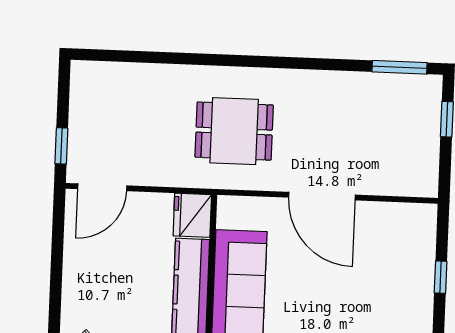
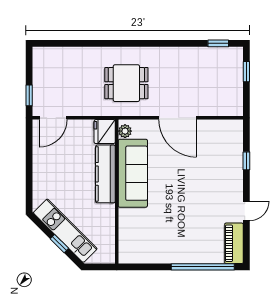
window: (399, 67) -> (218, 43), width x0.67
plant: (228, 216) -> (125, 131), added

